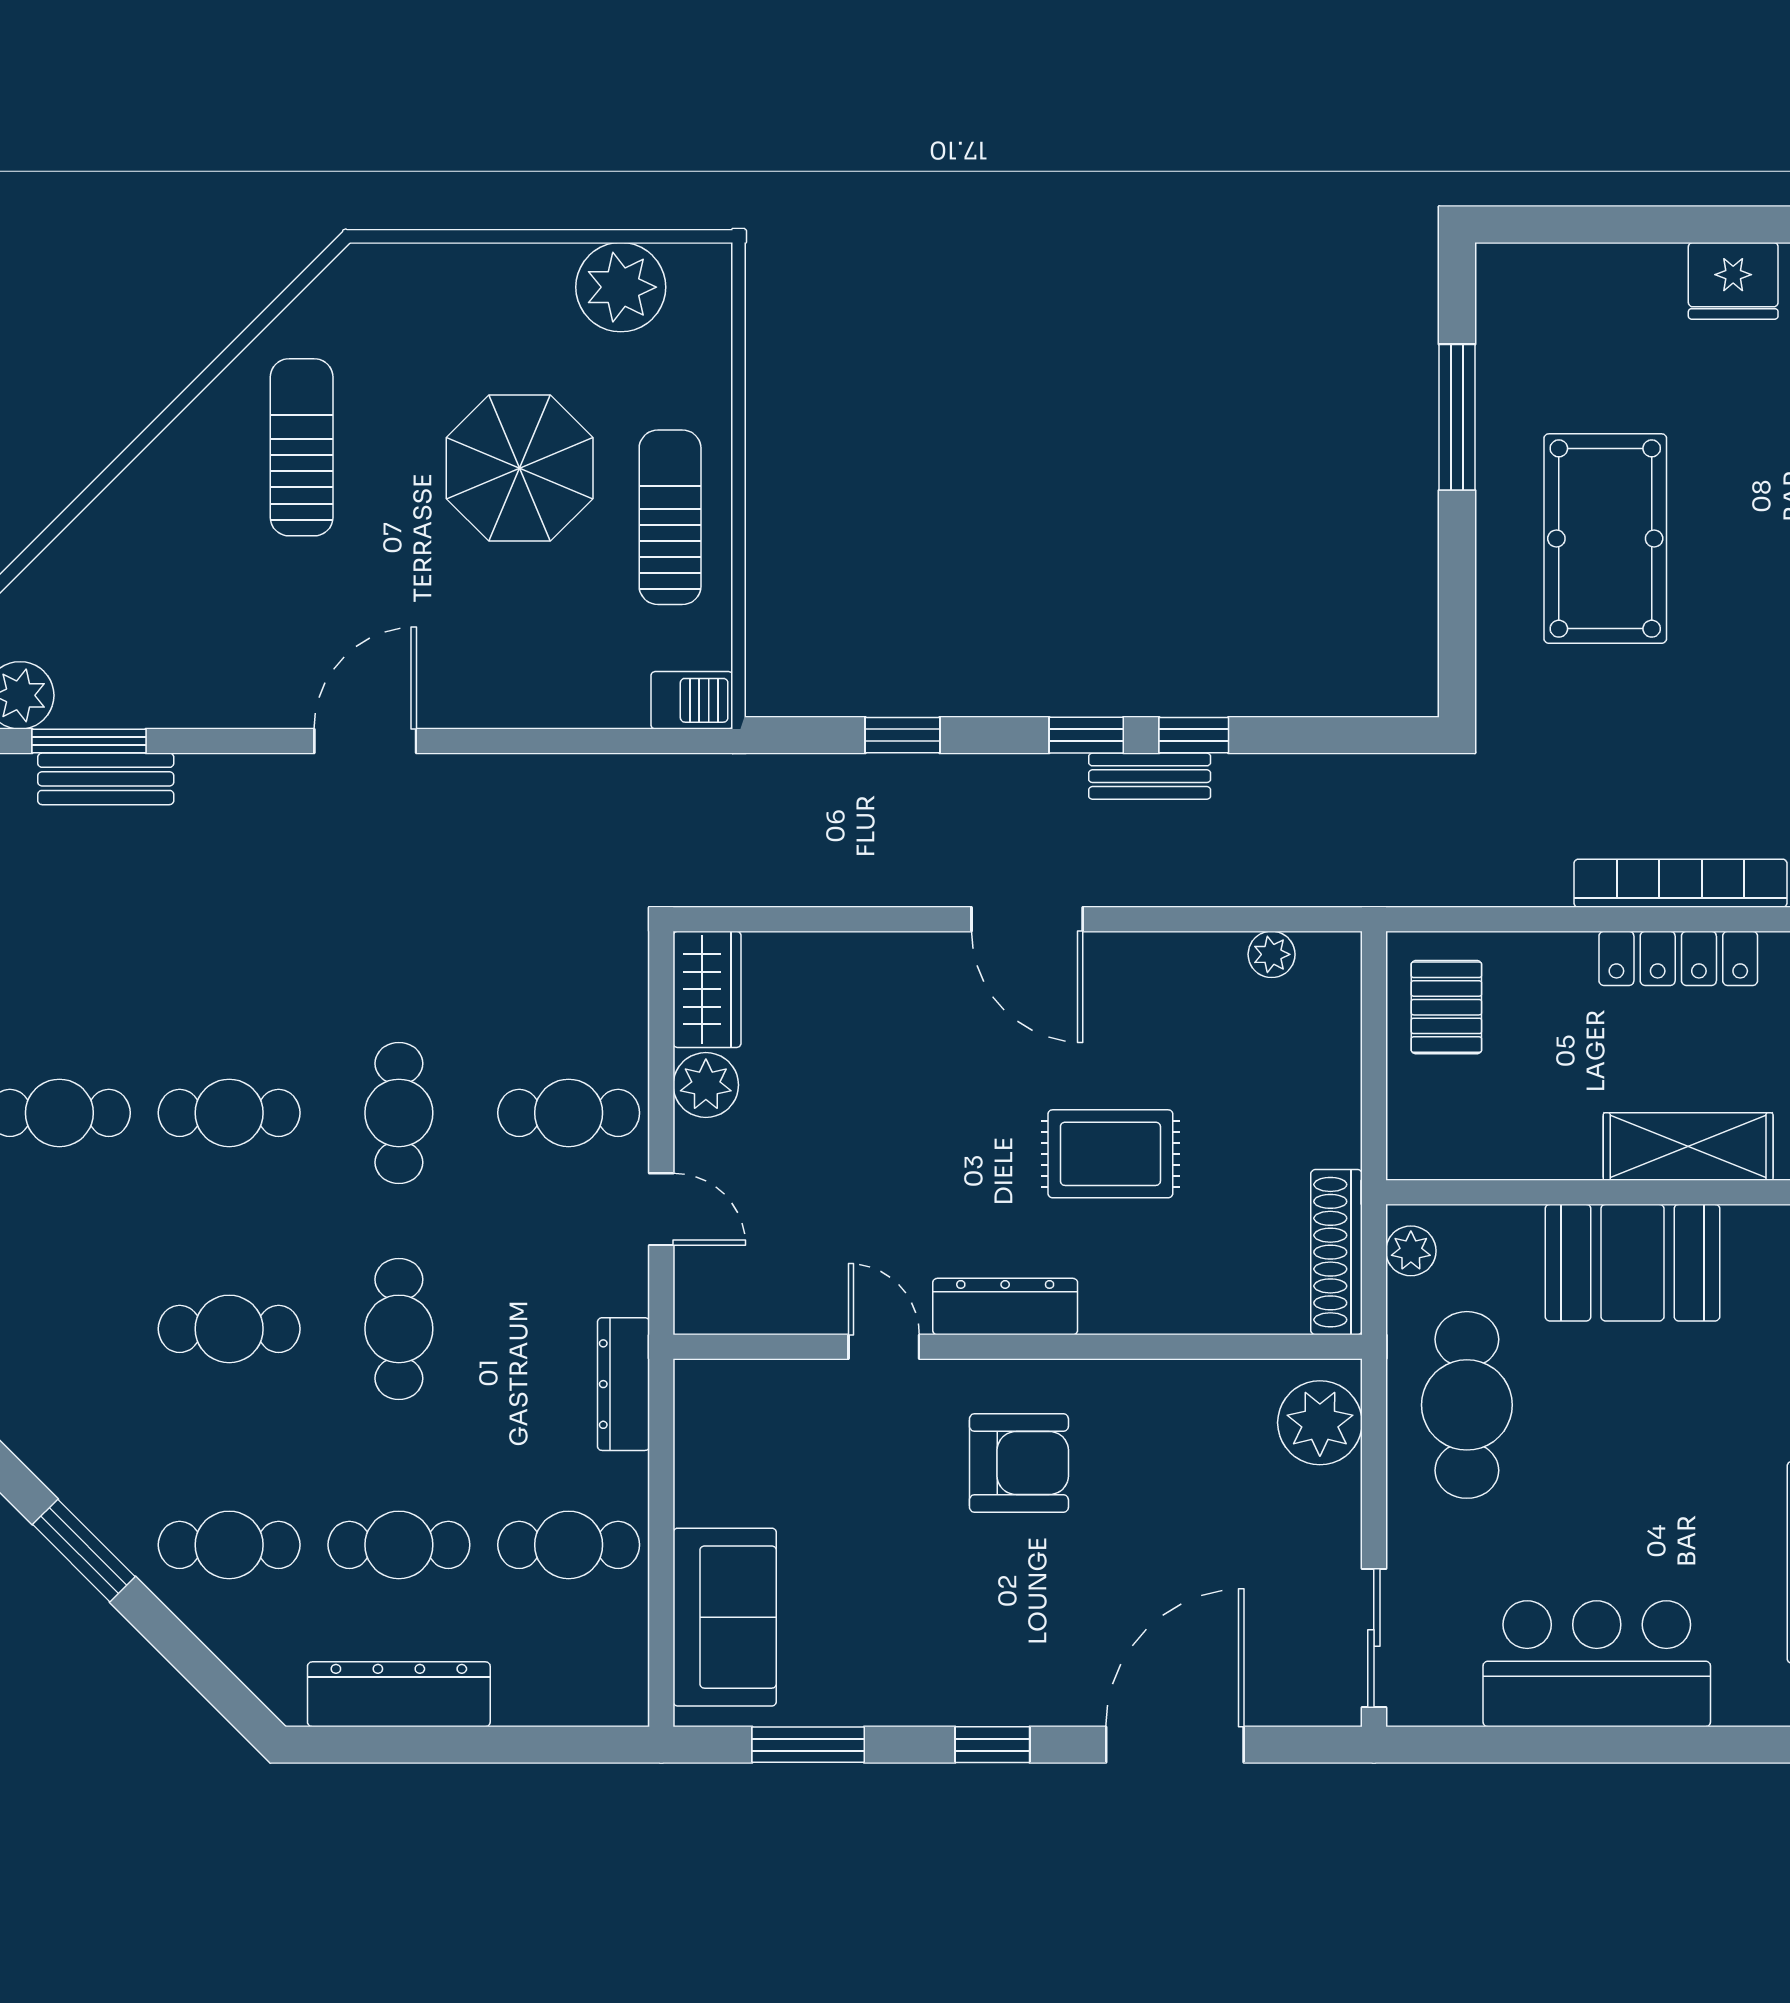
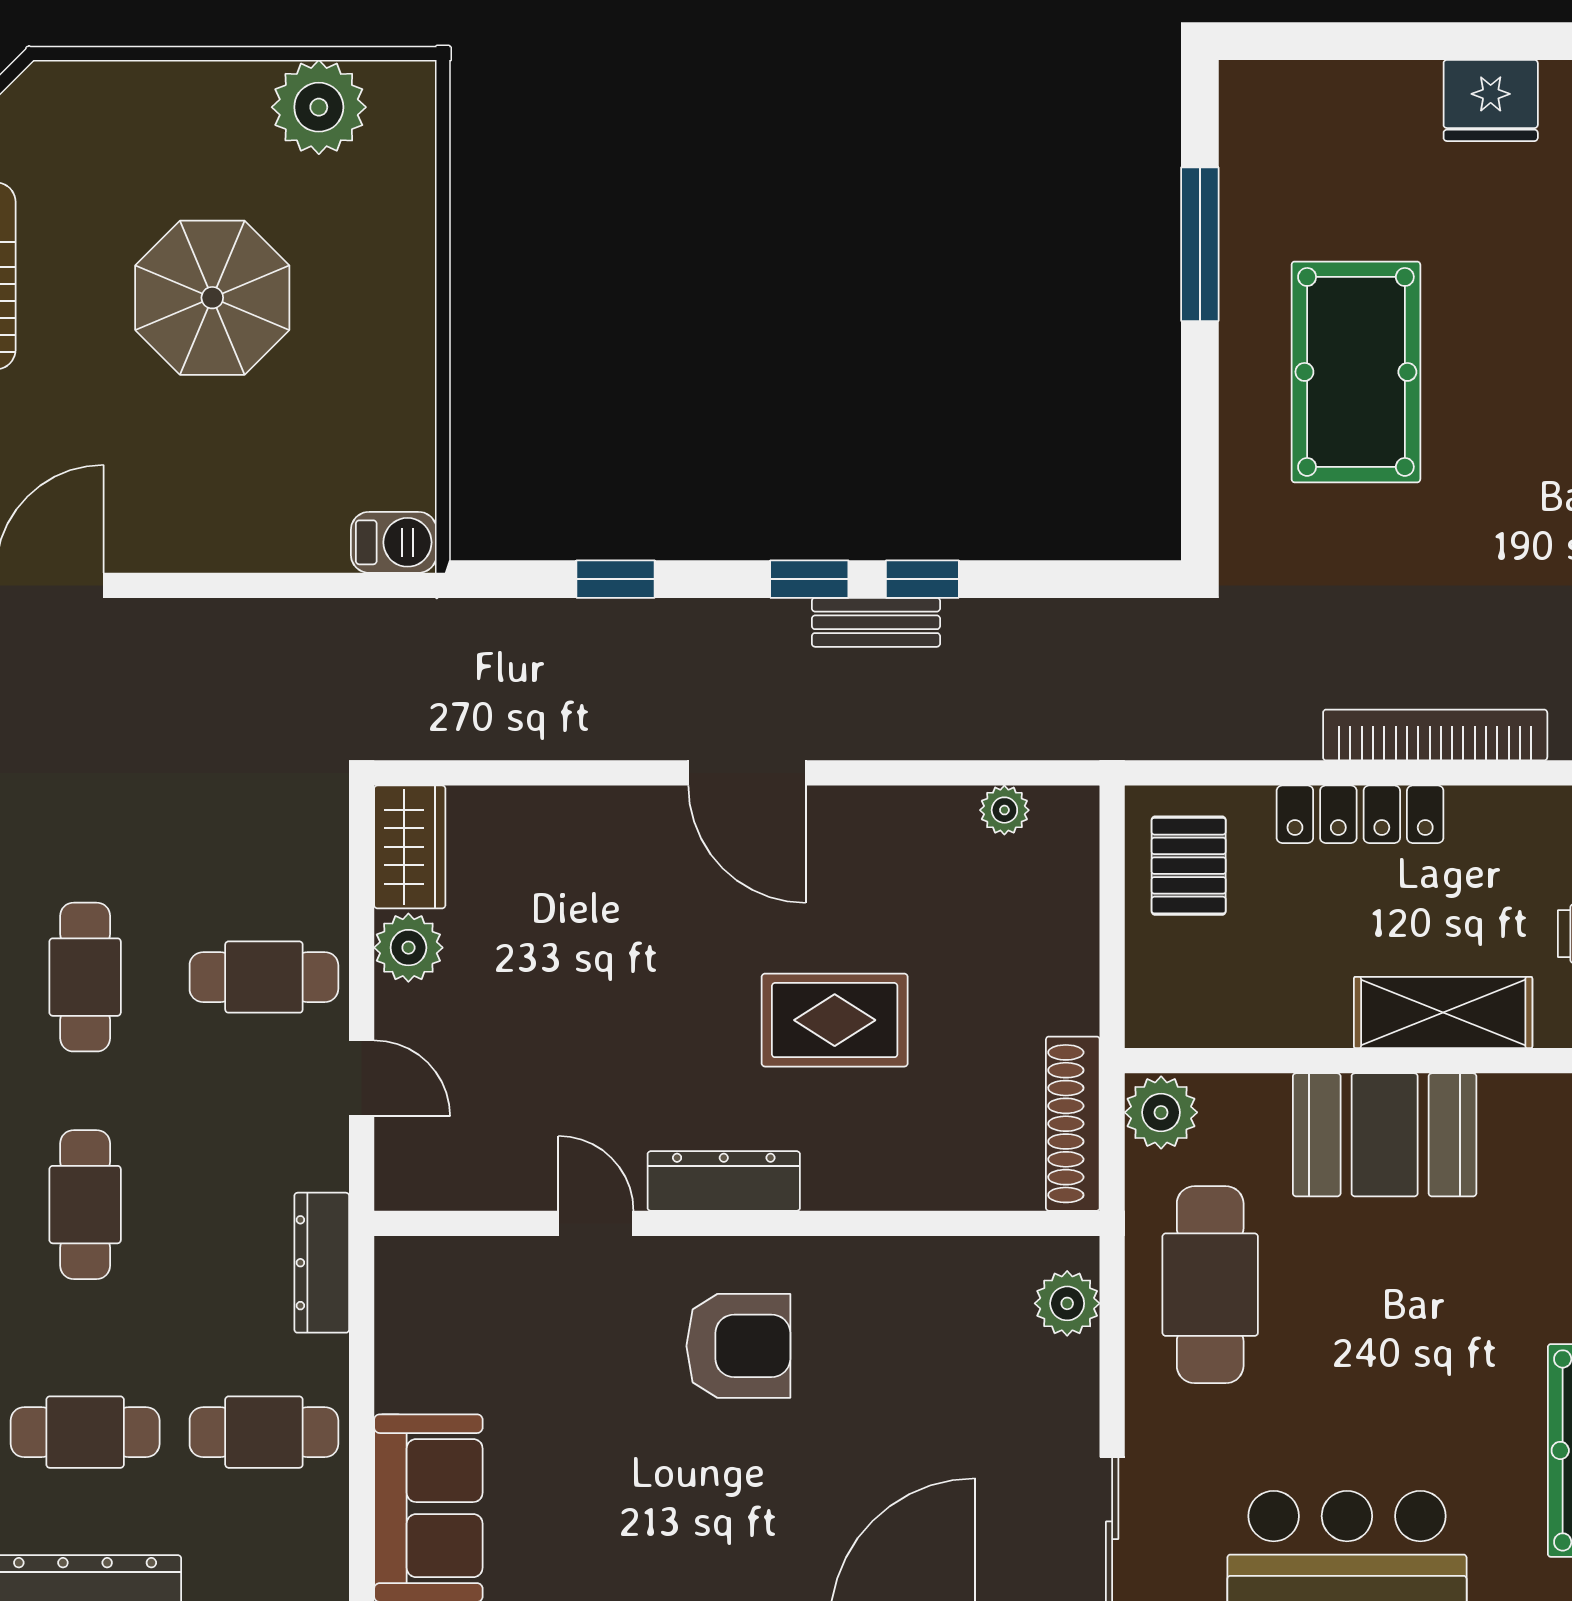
sun lounger: (670, 517) -> (371, 350), removed
locker: (1678, 958) -> (1360, 814), moved
plant: (1411, 1251) -> (1161, 1112), width x1.38, depth x1.38
plant: (1320, 1423) -> (1067, 1303), width x0.73, depth x0.73

